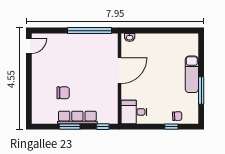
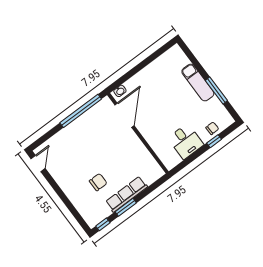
door: (119, 71) -> (124, 115), moved
desk: (134, 112) -> (186, 141), moved, turned -90
window: (103, 127) -> (103, 224), moved

